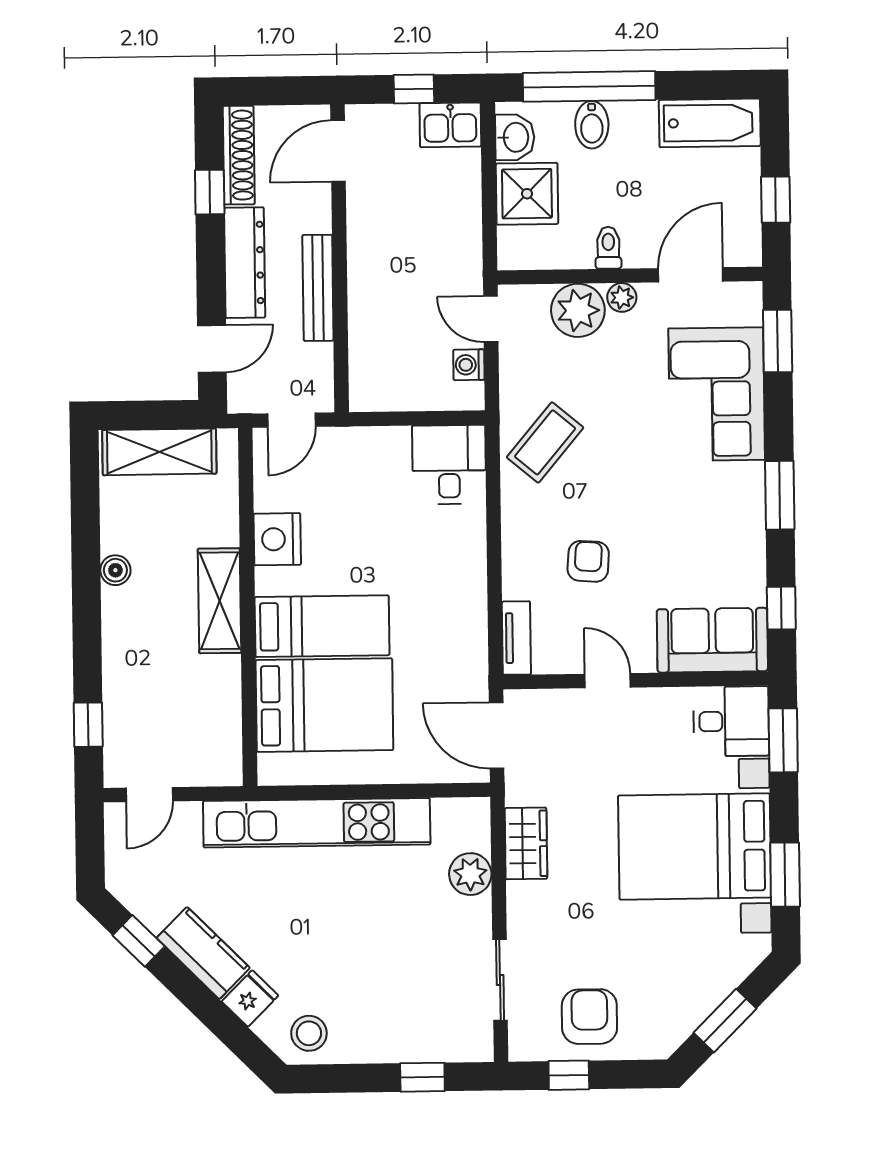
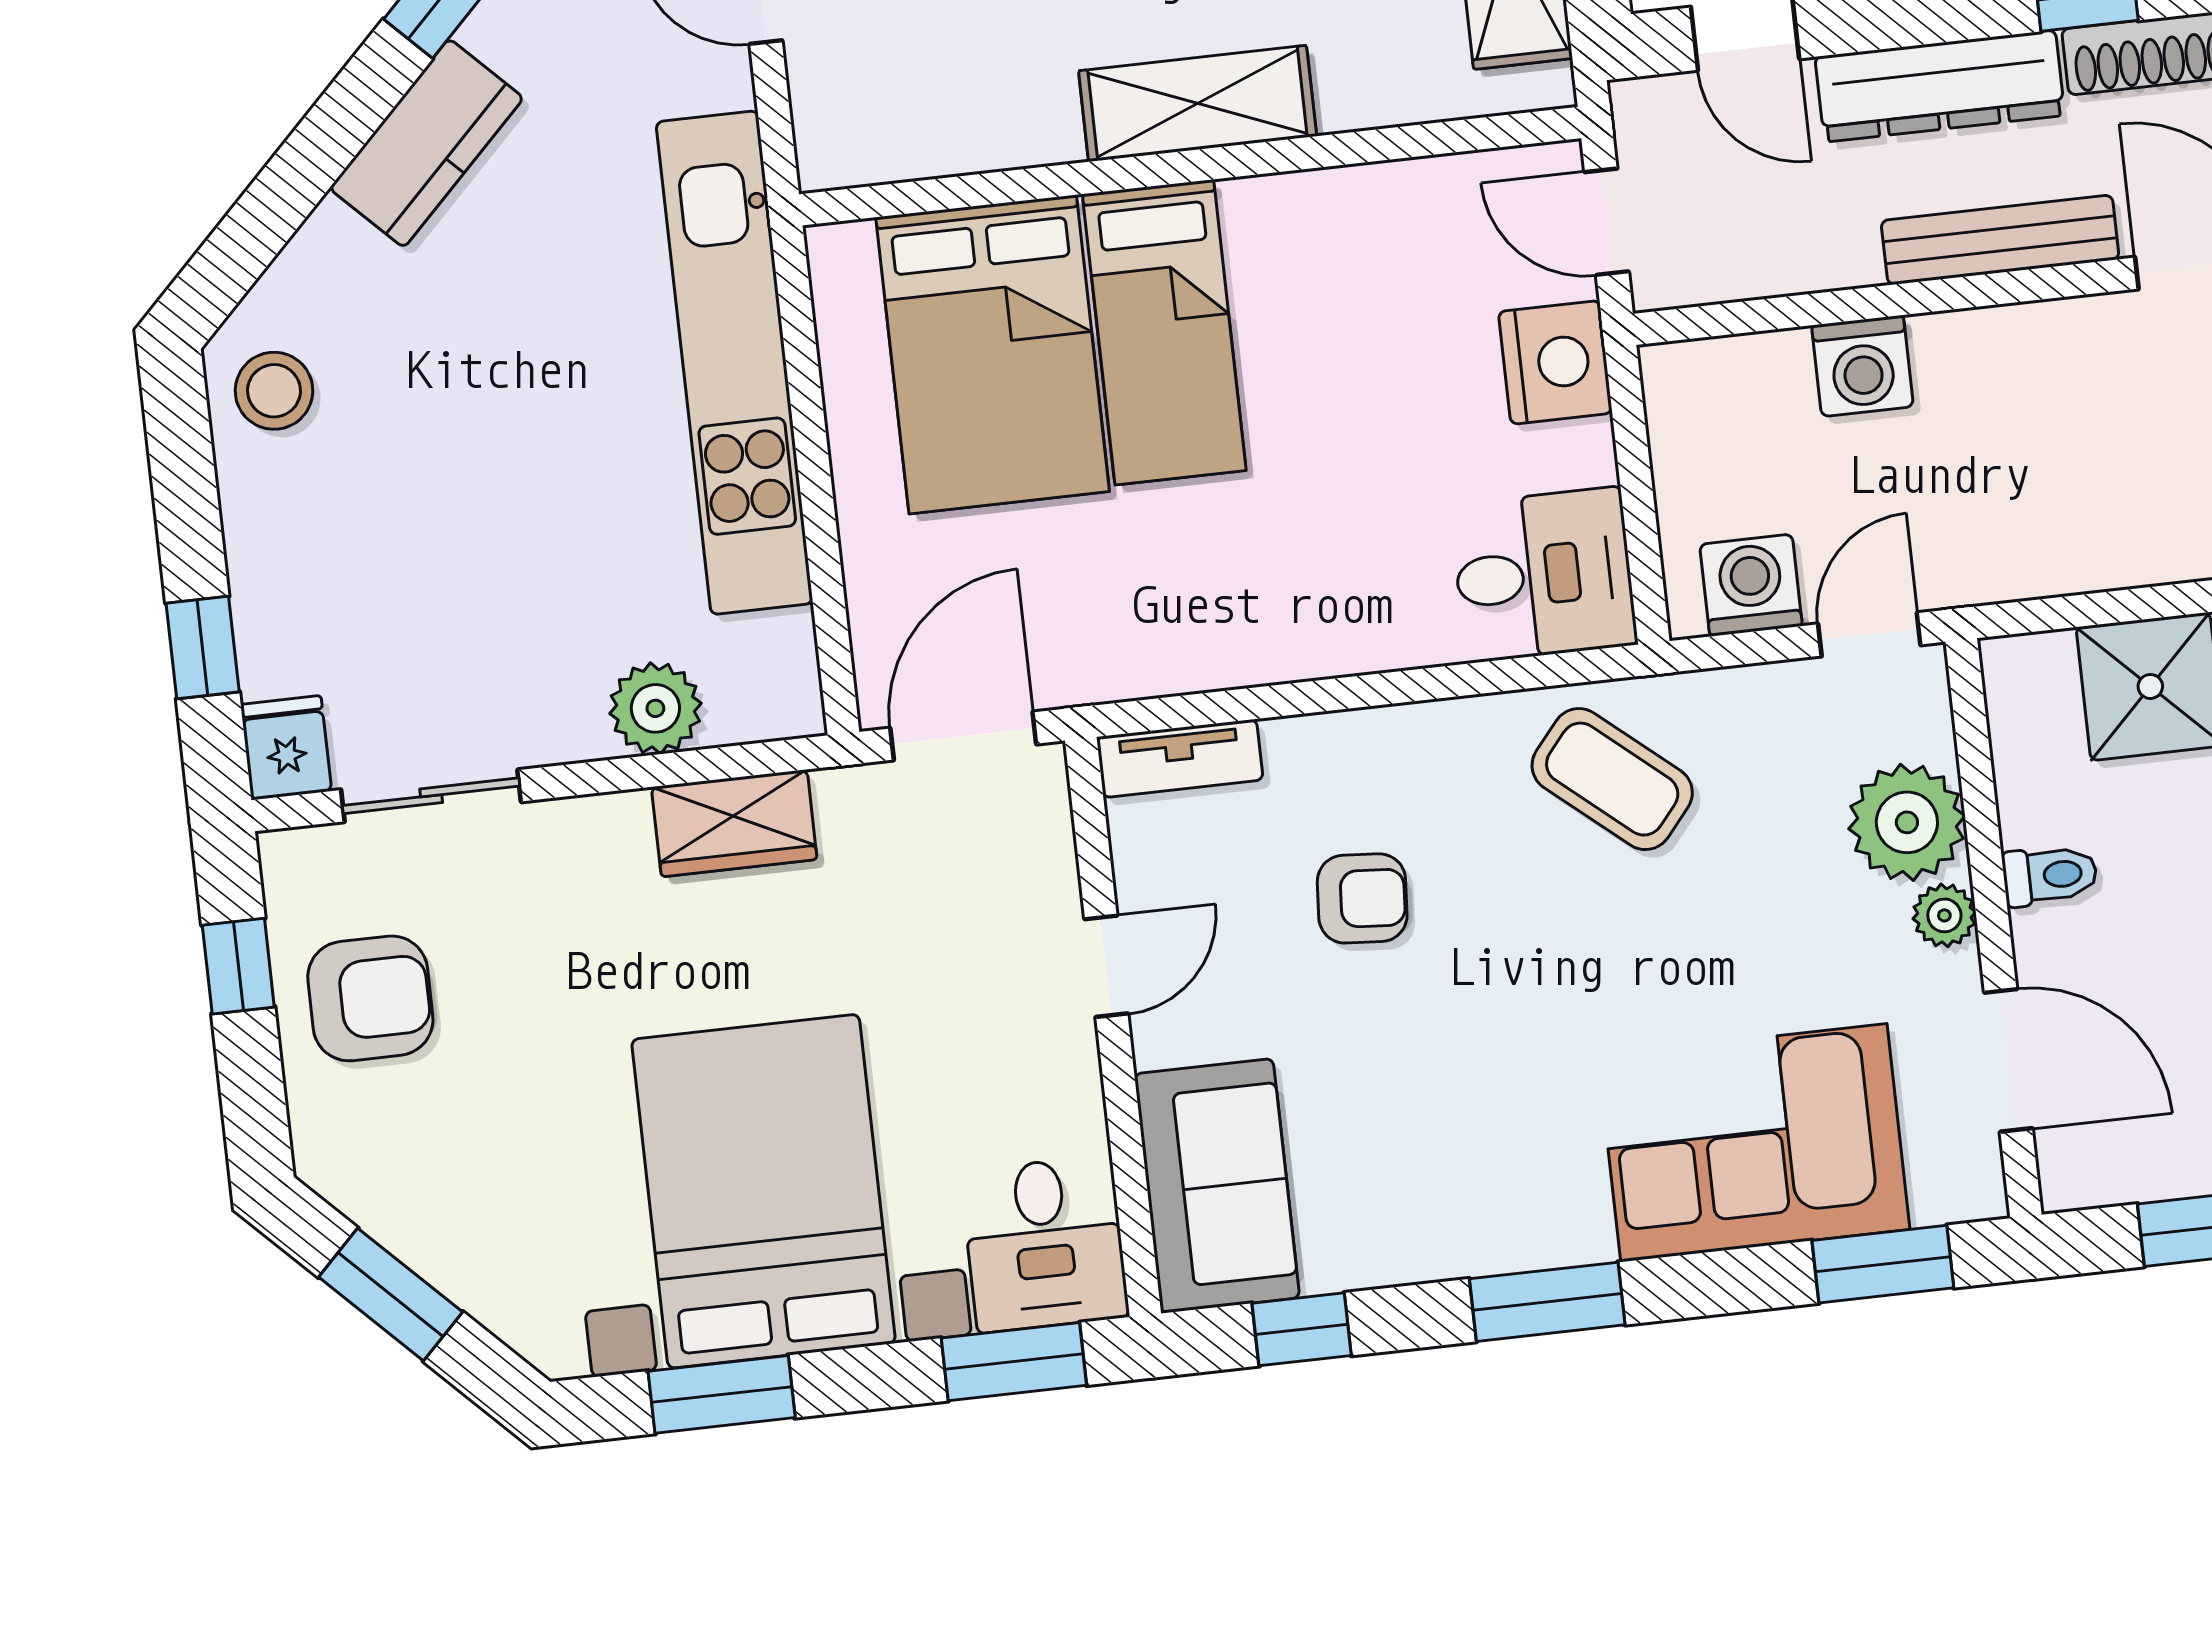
bench: (318, 288) -> (2000, 240), moved
washing machine: (368, 310) -> (1863, 366), added
washing machine: (469, 365) -> (1751, 585), width x1.38, depth x1.38
nightstand: (277, 539) -> (1555, 362), moved, turned 90
fridge: (250, 998) -> (286, 748), moved, turned -135

